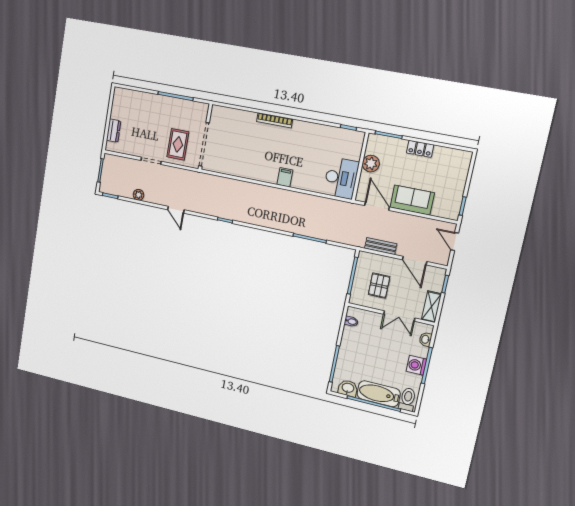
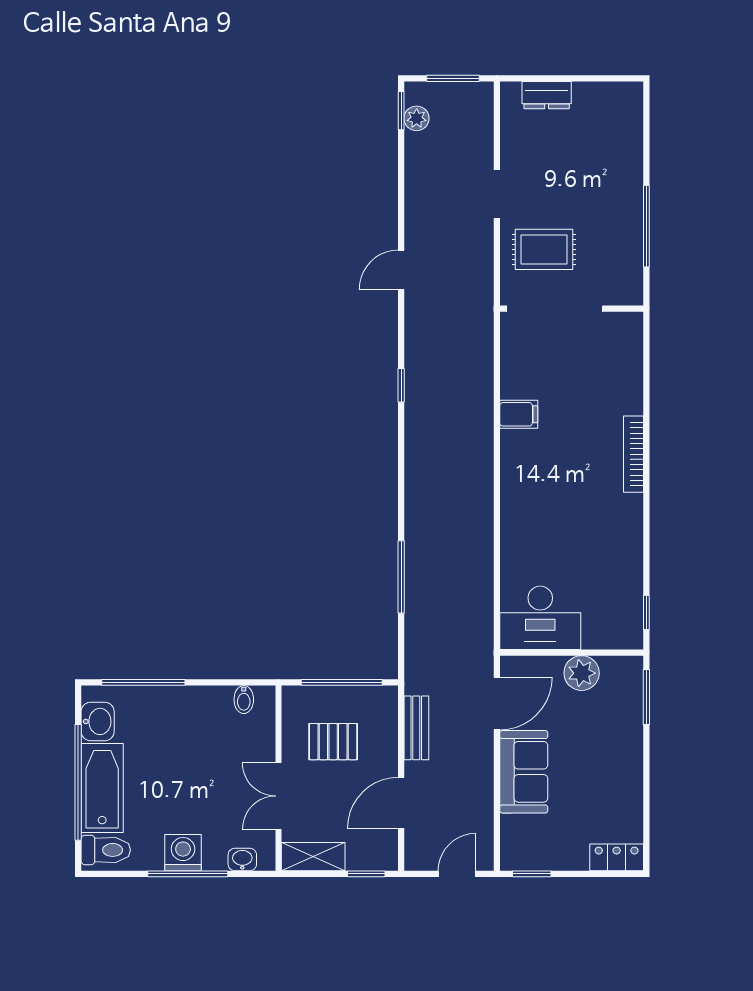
locker: (420, 149) -> (617, 857), moved, turned 90
filing cabinet: (285, 177) -> (519, 414), moved
plant: (139, 195) -> (417, 118), moved

